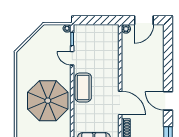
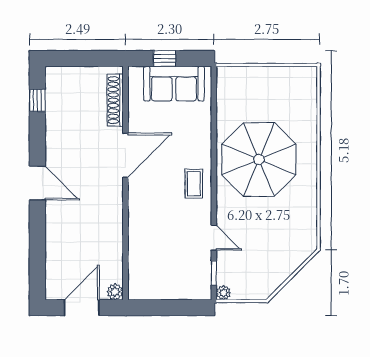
coffee table: (83, 87) -> (194, 184), width x0.54, depth x0.58
door: (168, 101) -> (37, 183), moved
door: (120, 103) -> (125, 155), swing flipped

